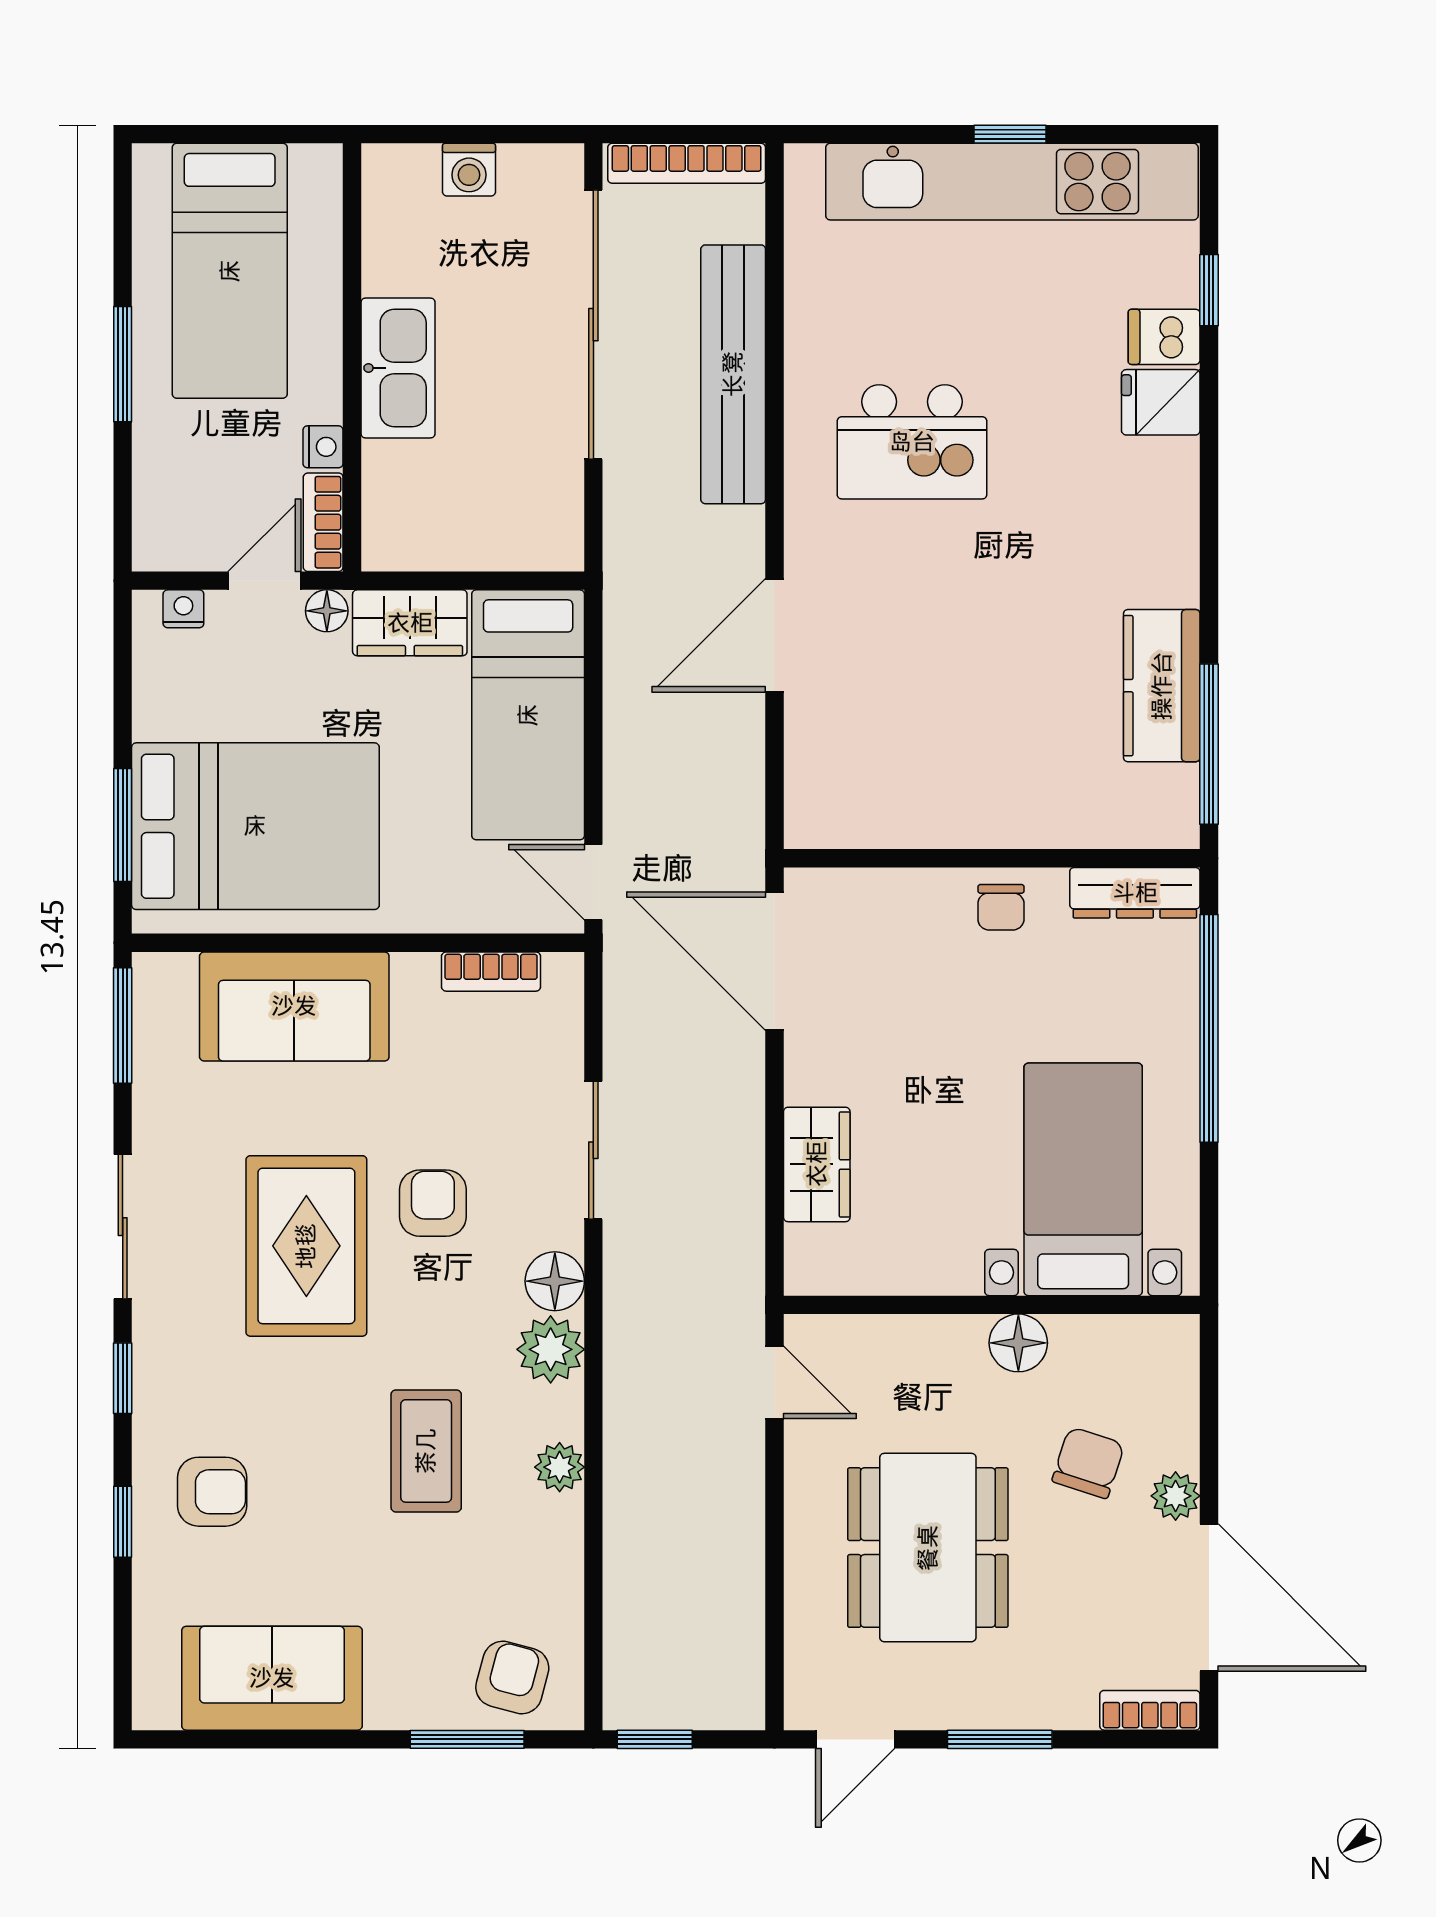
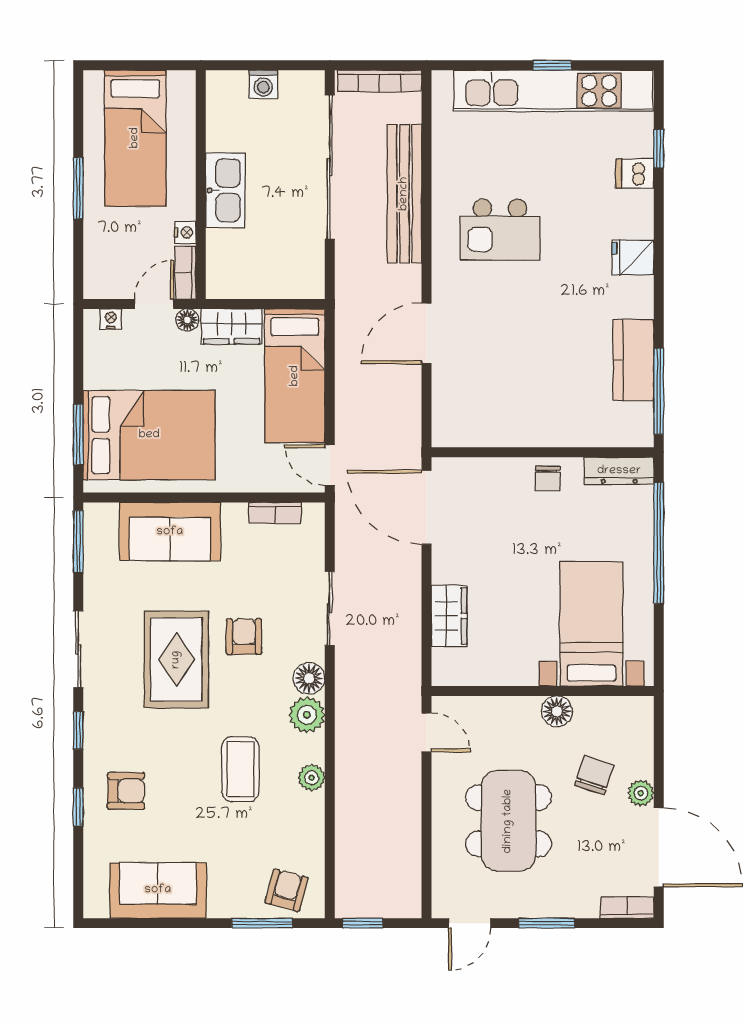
fridge: (1161, 402) -> (633, 257), moved

